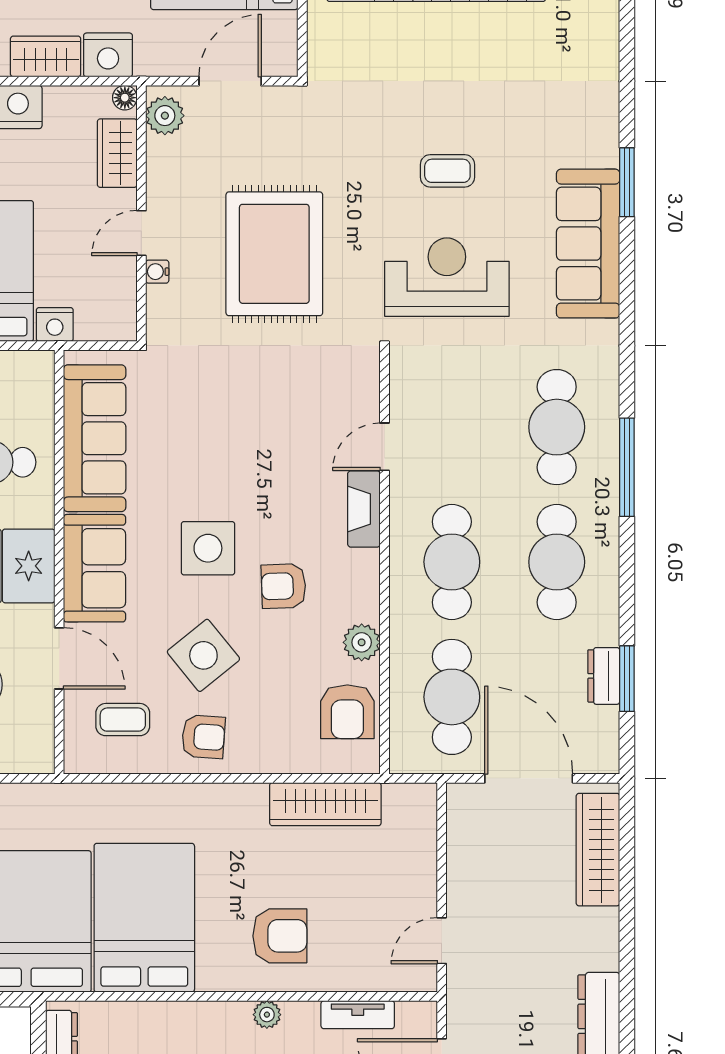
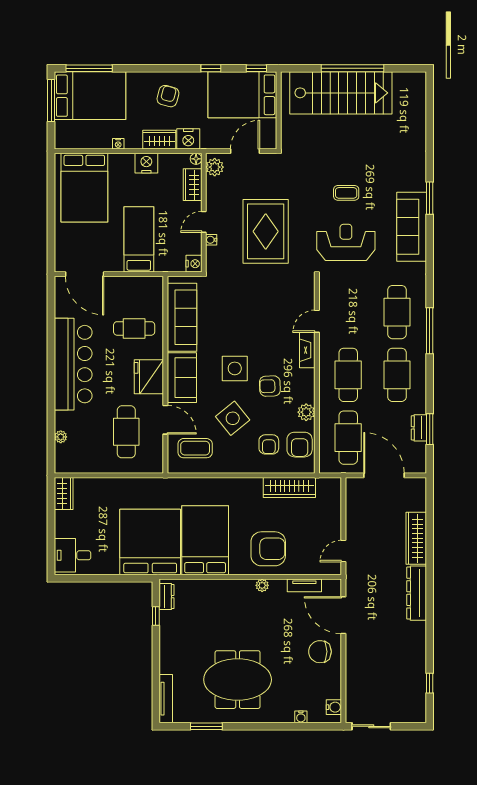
nightstand: (55, 324) -> (194, 264), moved, turned -90
coffee table: (123, 720) -> (195, 448), width x1.36, depth x1.30
armchair: (203, 737) -> (269, 444), moved, turned 86
wardrobe: (598, 850) -> (416, 538), moved
armchair: (280, 936) -> (268, 549), width x1.36, depth x1.36

